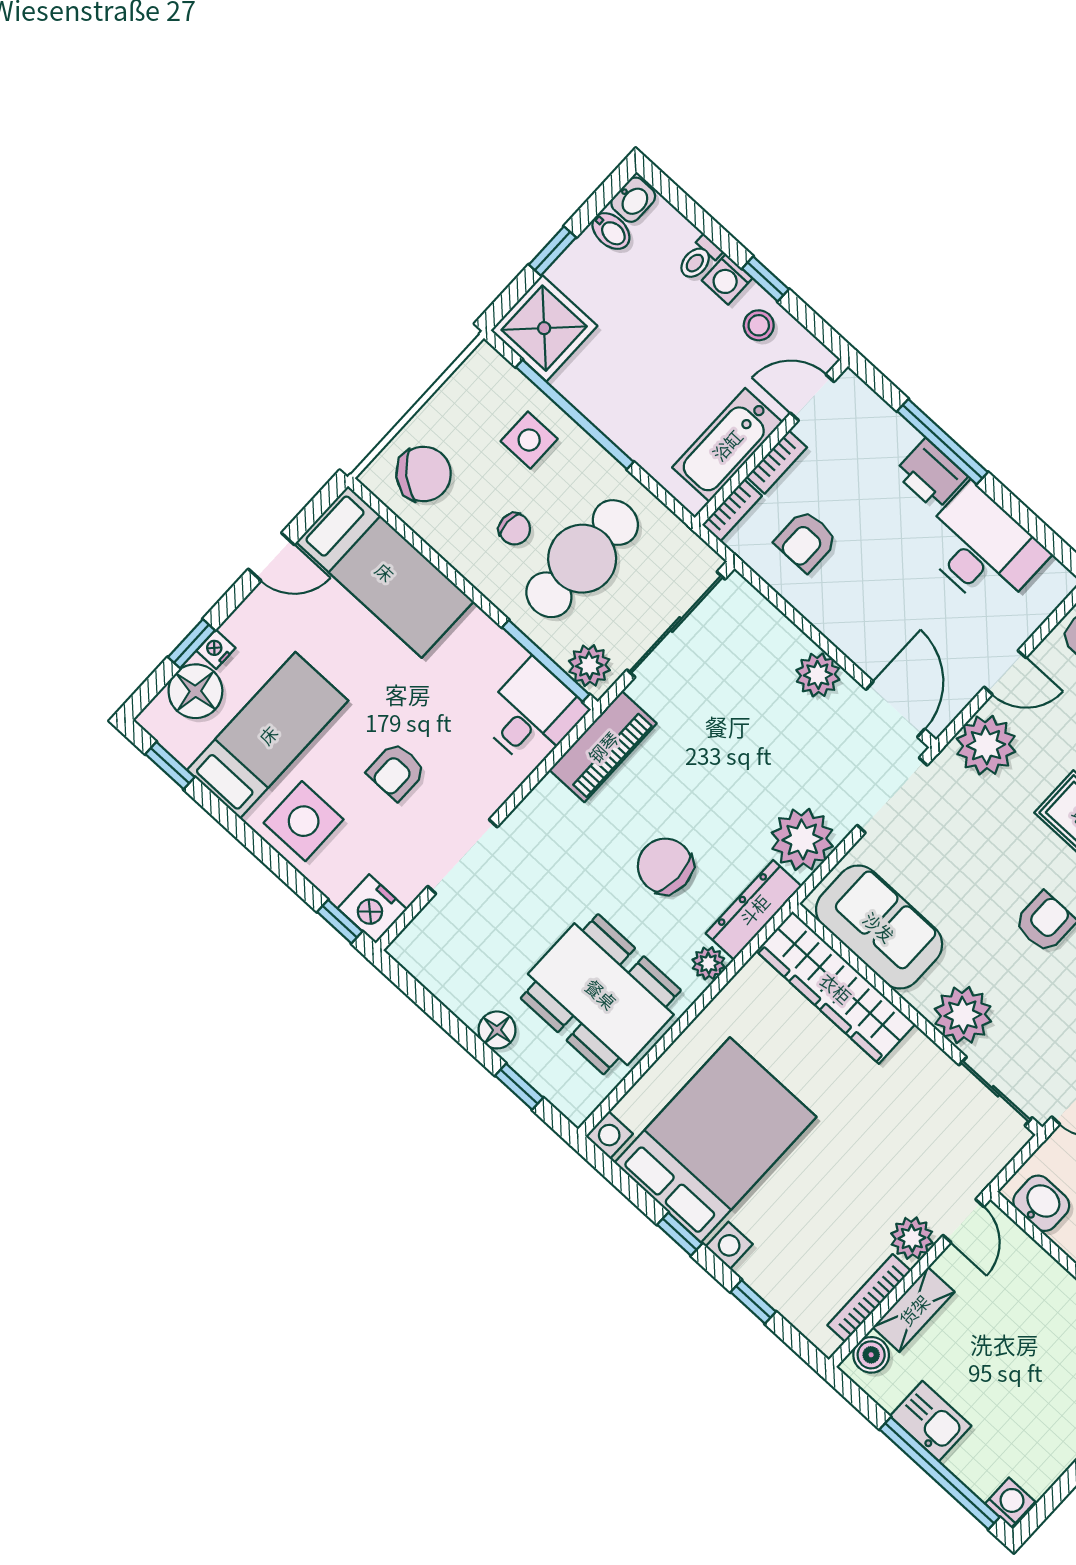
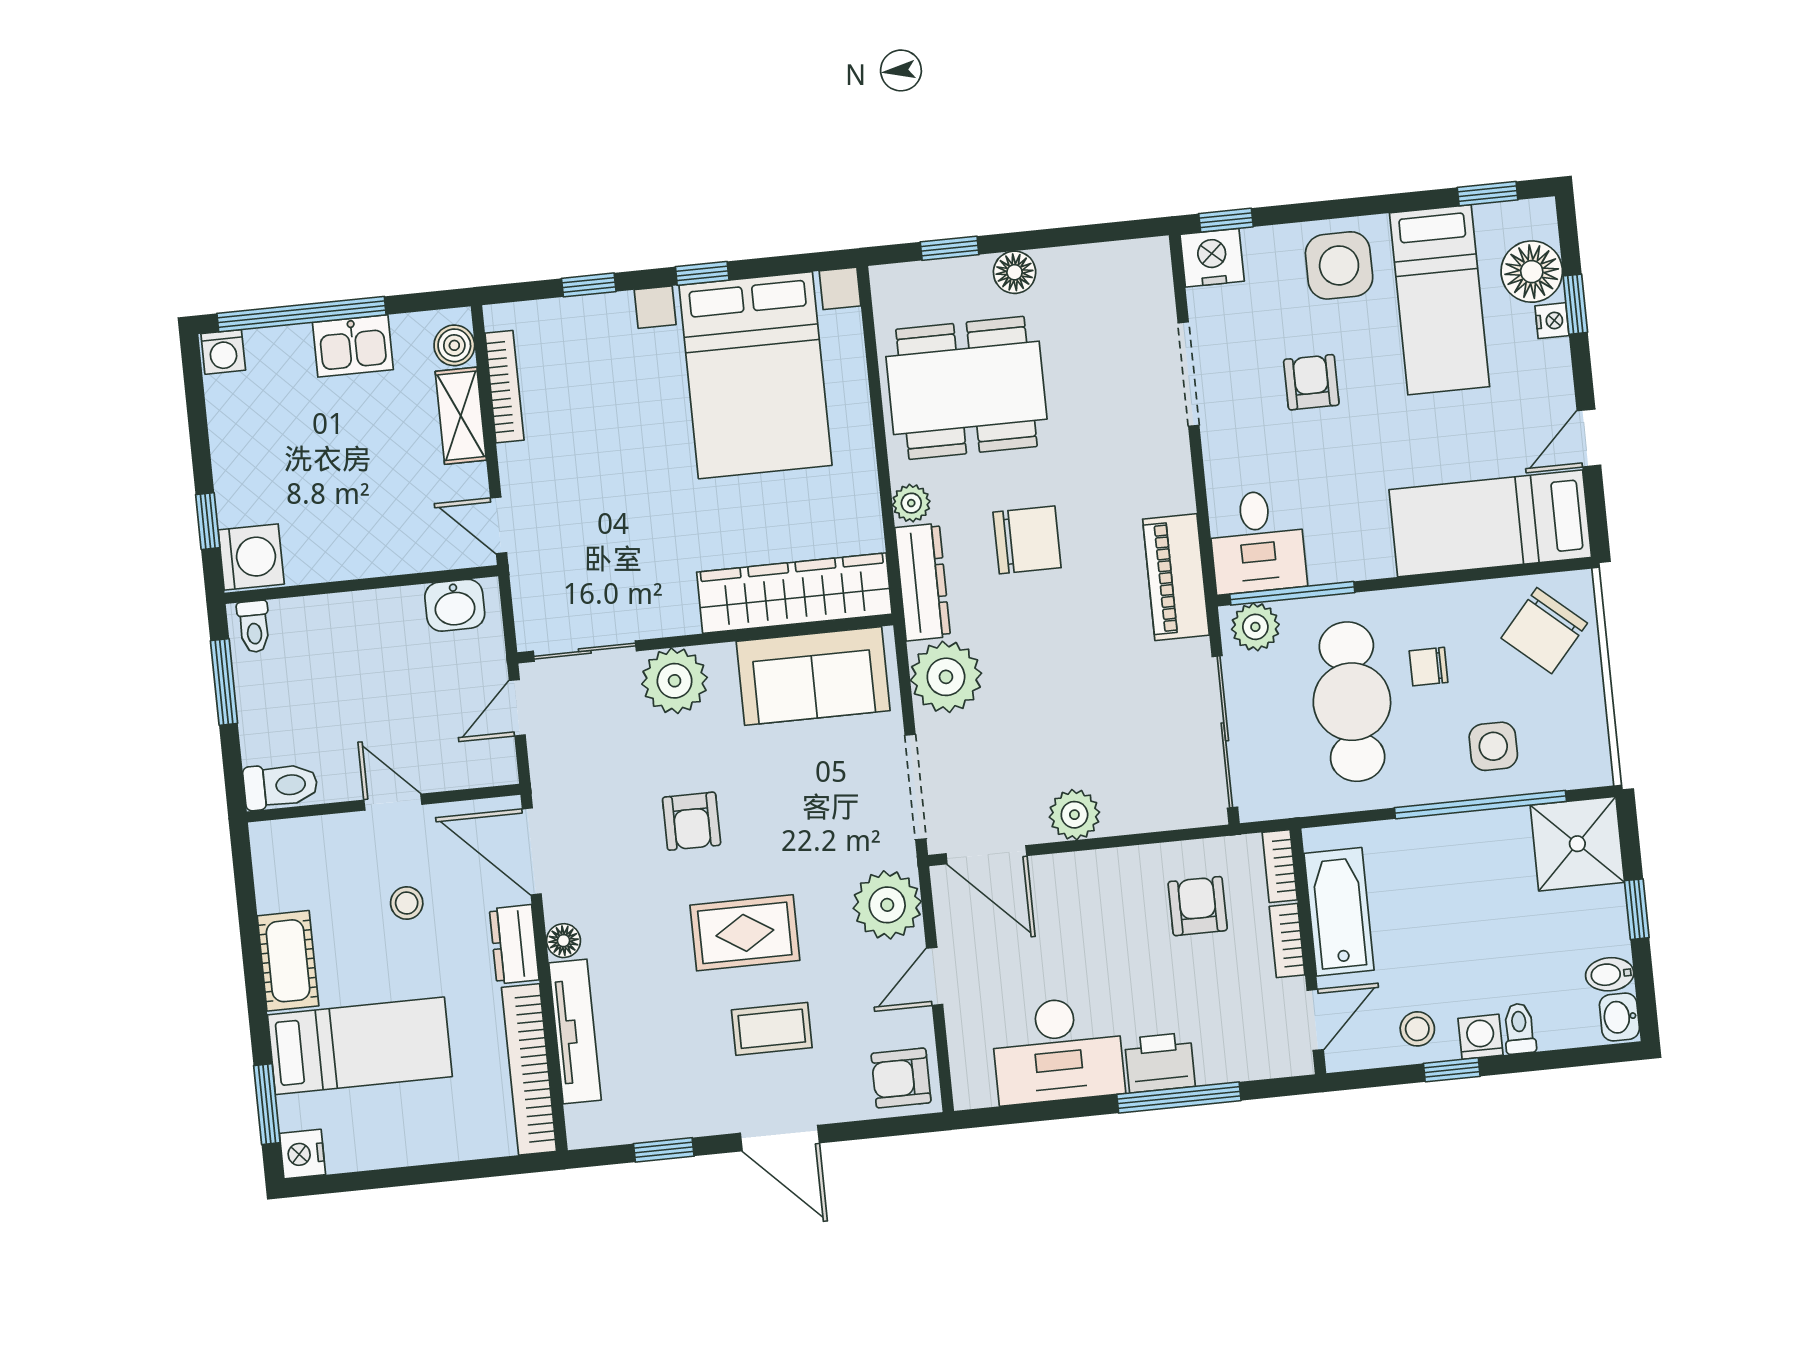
plant: (912, 1238) -> (523, 468), removed

